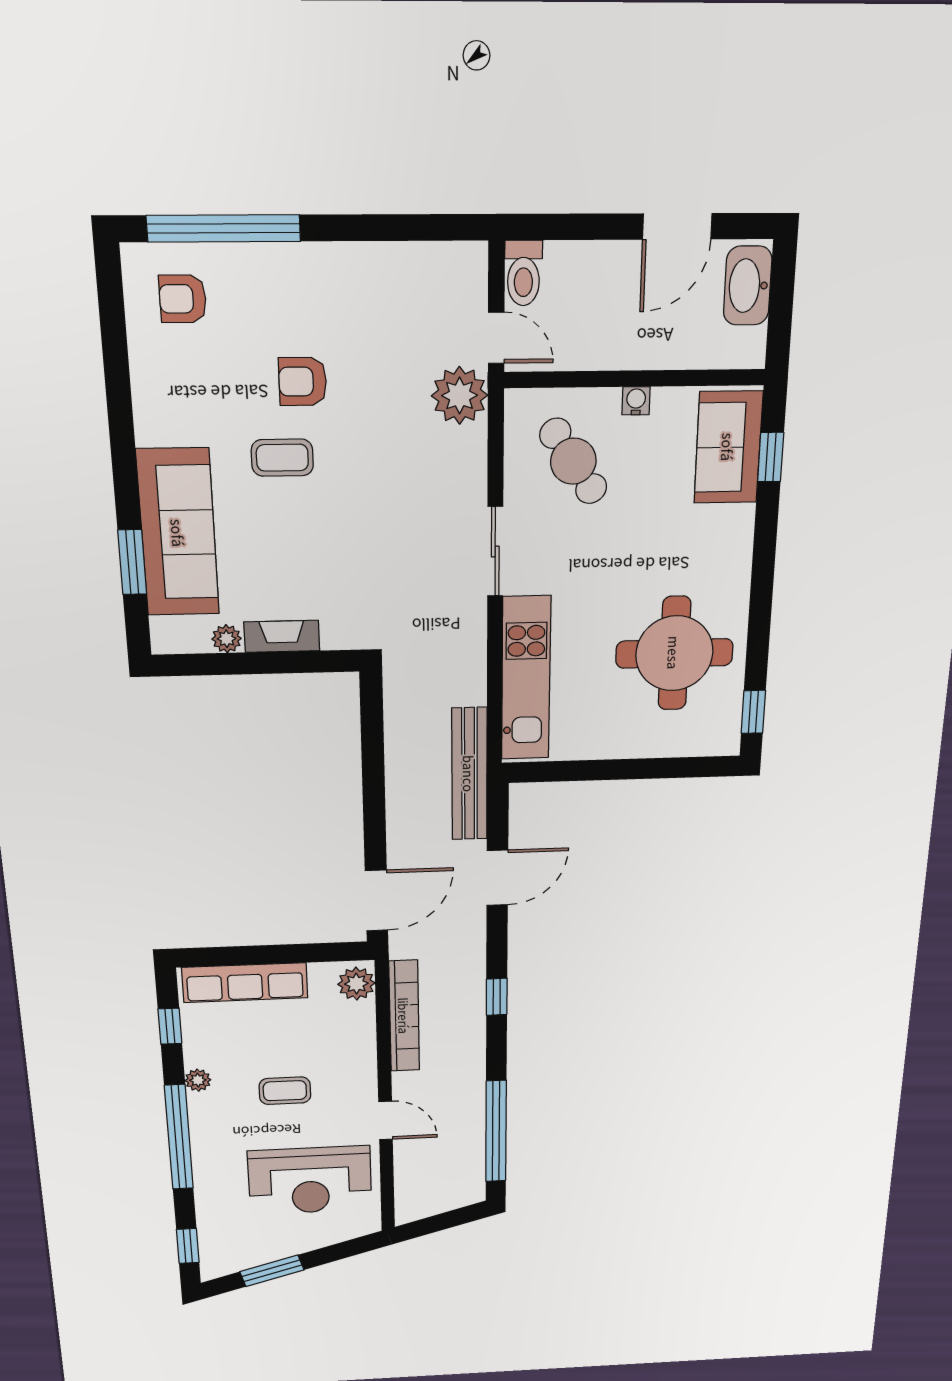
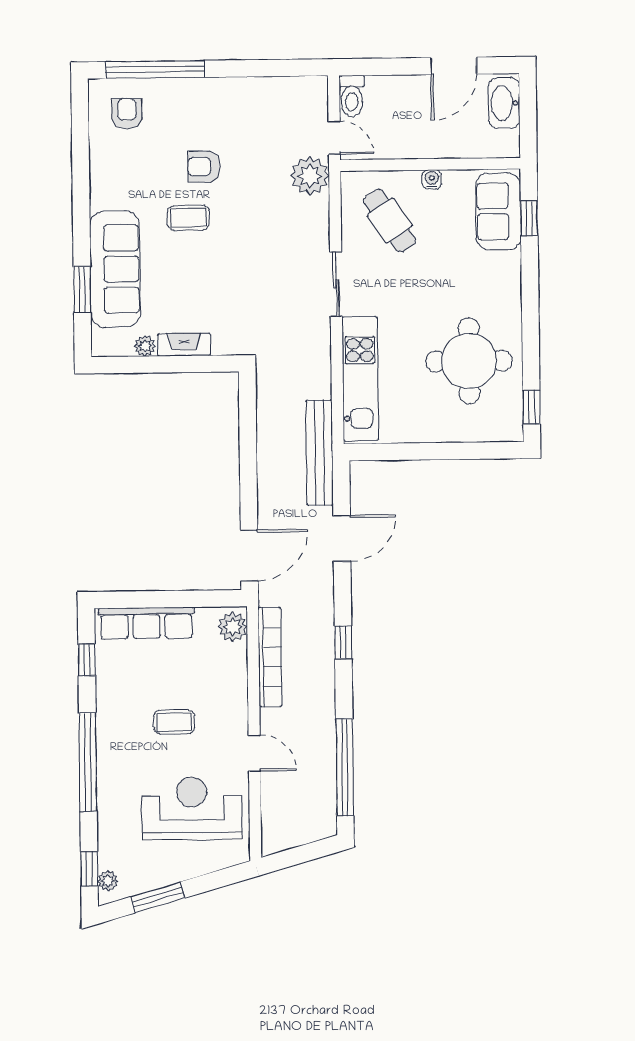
armchair: (183, 299) -> (127, 114), turned 91
plant: (198, 1080) -> (108, 881), moved
reception desk: (310, 1180) -> (192, 808), turned 180

